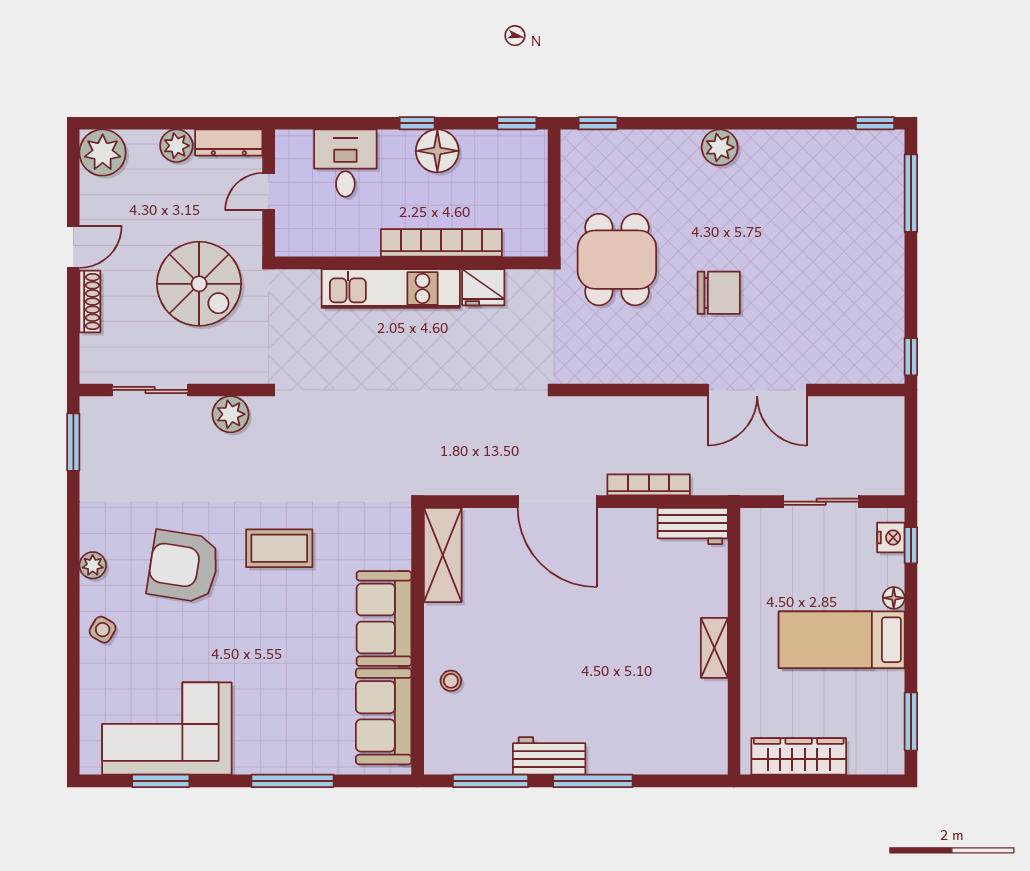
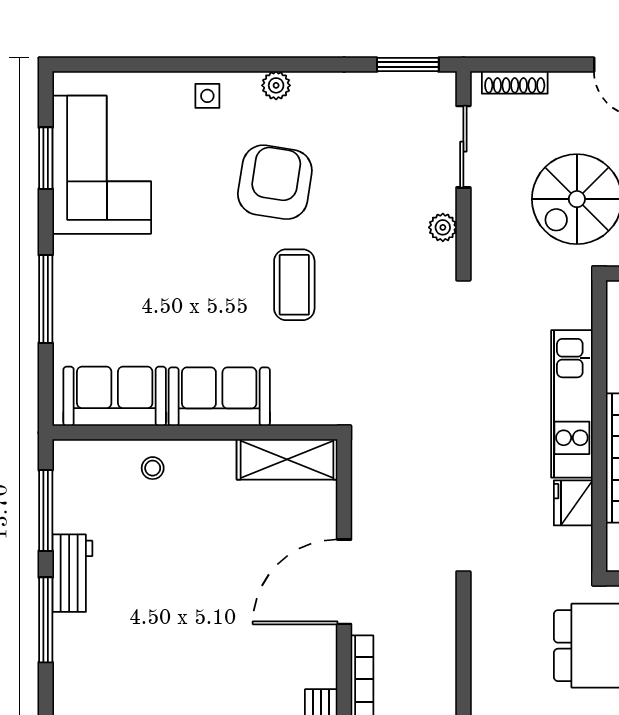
shoe rack: (90, 302) -> (515, 82), moved
plant: (231, 414) -> (443, 227), width x0.73, depth x0.73
side table: (103, 630) -> (207, 96), turned -30

